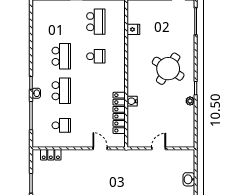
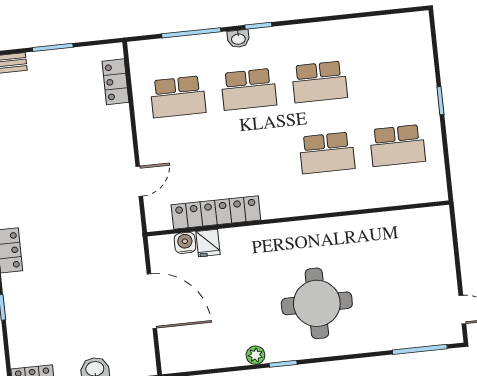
fridge: (133, 29) -> (208, 243), moved
school desk: (96, 56) -> (327, 153), width x1.85
round table: (168, 69) -> (317, 303), turned -32
water cooler: (132, 101) -> (185, 243), moved
school desk: (61, 125) -> (178, 97), width x1.85
door: (159, 148) -> (152, 301), width x1.88

